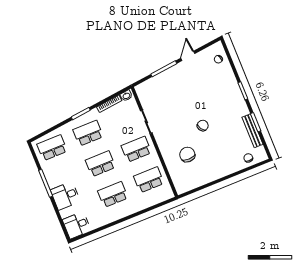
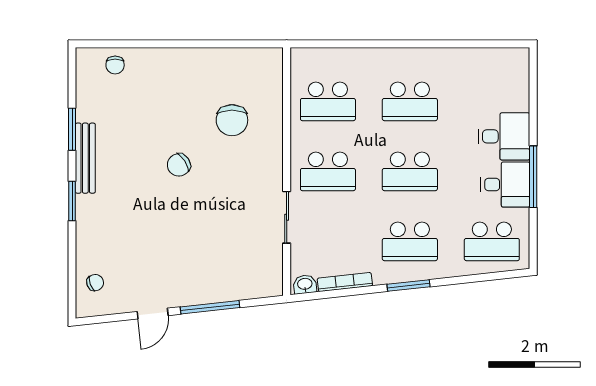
bench: (252, 131) -> (85, 158), moved
desk: (77, 225) -> (505, 185), moved

